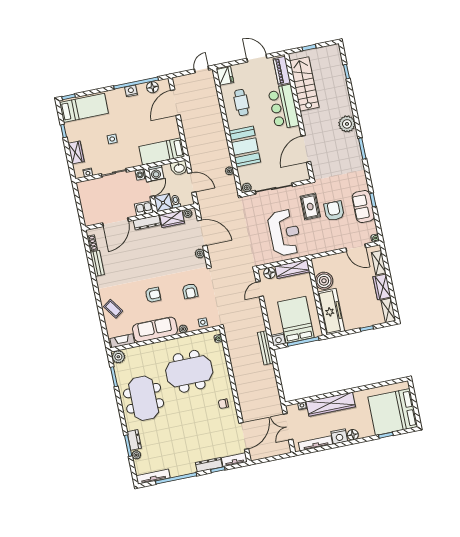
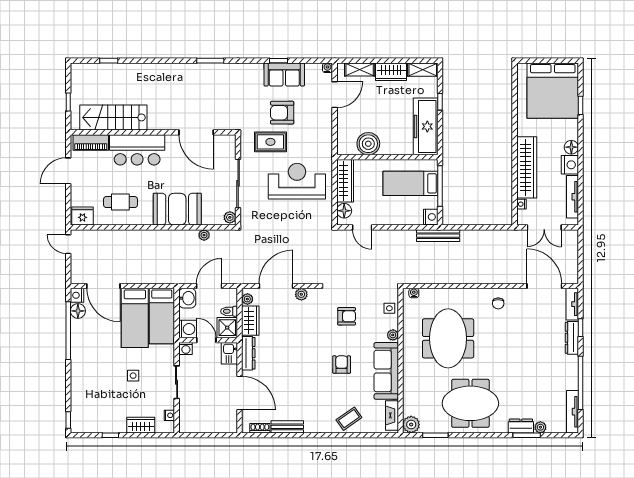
nightstand: (131, 91) -> (77, 295), moved
bed: (84, 108) -> (135, 318), moved, turned 180
plant: (347, 124) -> (175, 74), removed
freezer: (331, 312) -> (426, 126), moved, turned -90
bed: (296, 320) -> (410, 183), width x0.67

